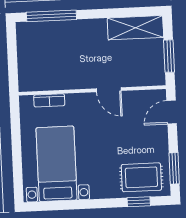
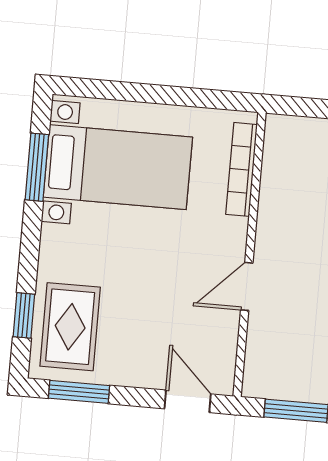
bookcase: (49, 100) -> (242, 169), width x1.56
window: (62, 205) -> (37, 167), added

